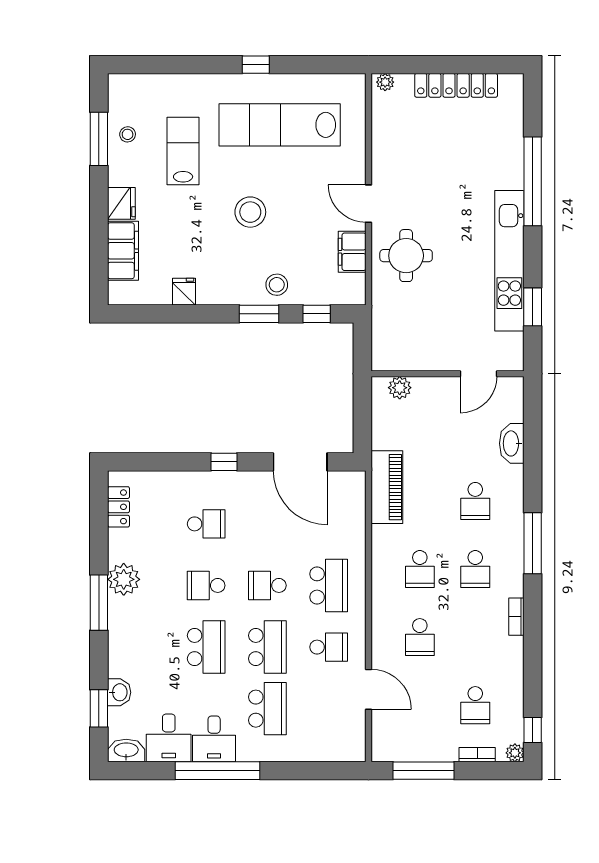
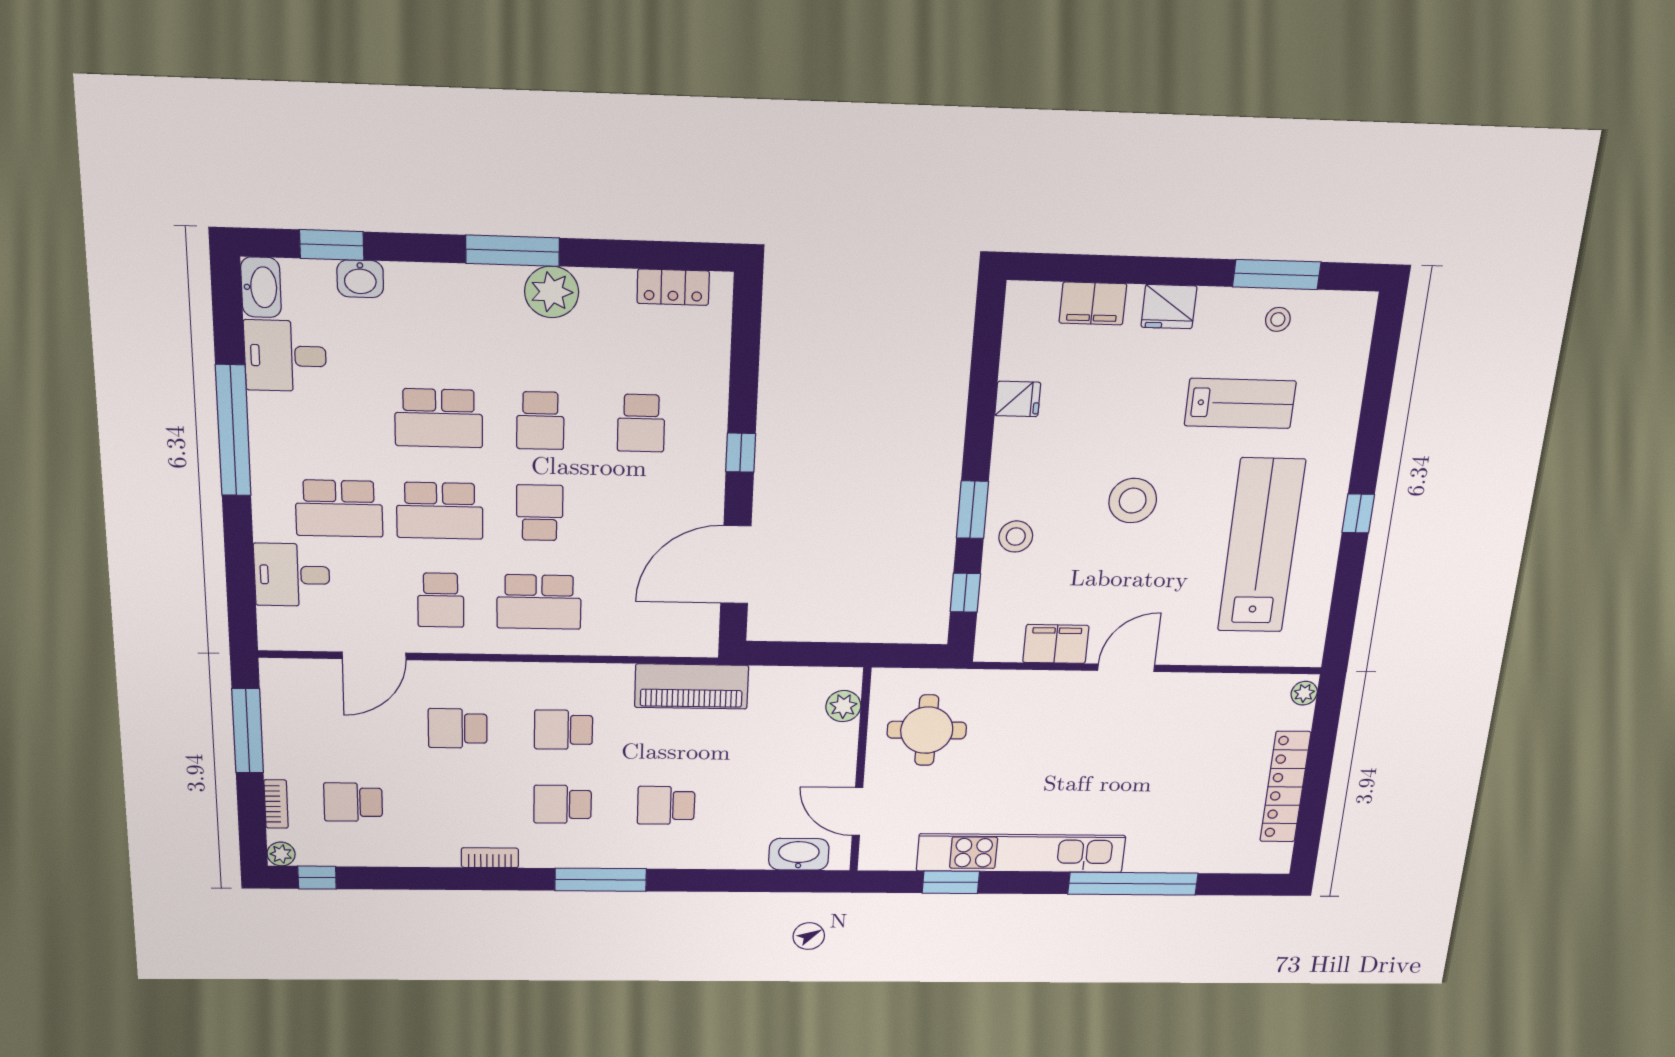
filing cabinet: (123, 251) -> (1093, 303), width x0.67, depth x0.86
round table: (406, 256) -> (927, 730), moved
washbasin: (512, 443) -> (799, 854), moved
school desk: (206, 585) -> (540, 421), turned 180
desk: (214, 739) -> (292, 575), moved

